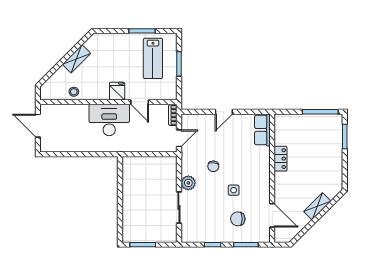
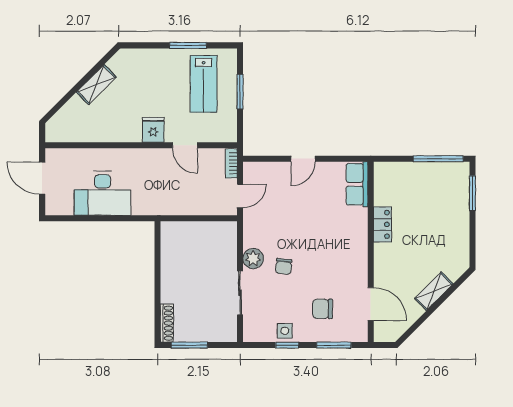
stool: (74, 92) -> (93, 131), removed
desk: (109, 120) -> (103, 193), moved, turned 180
chair: (213, 166) -> (284, 266), moved
side table: (234, 190) -> (285, 331), moved
shoe rack: (127, 229) -> (167, 323), added

